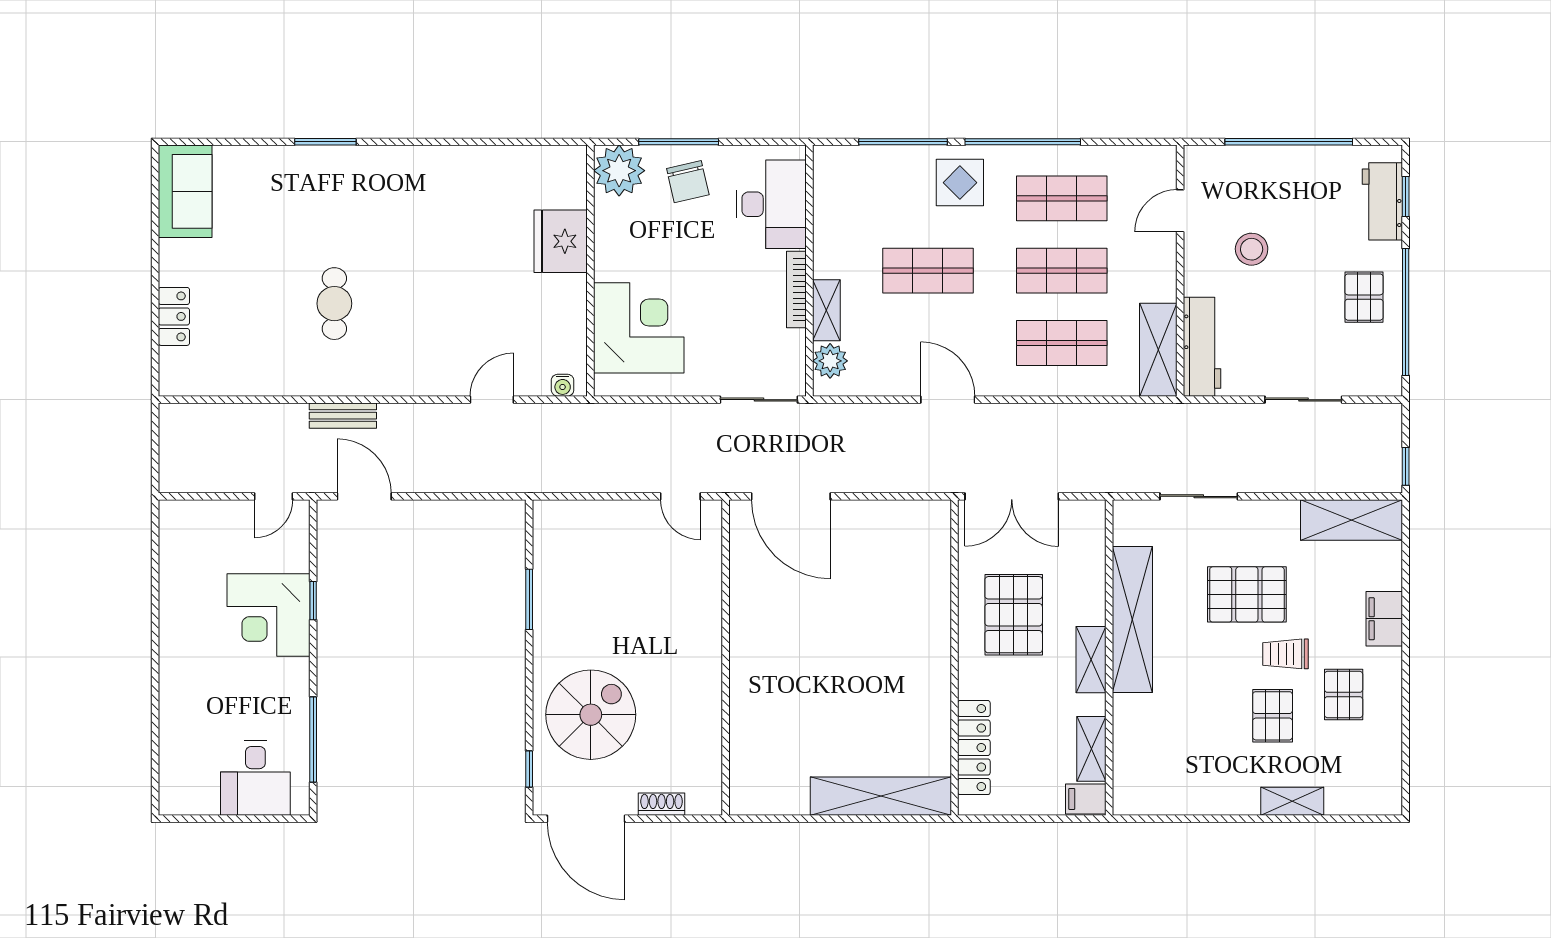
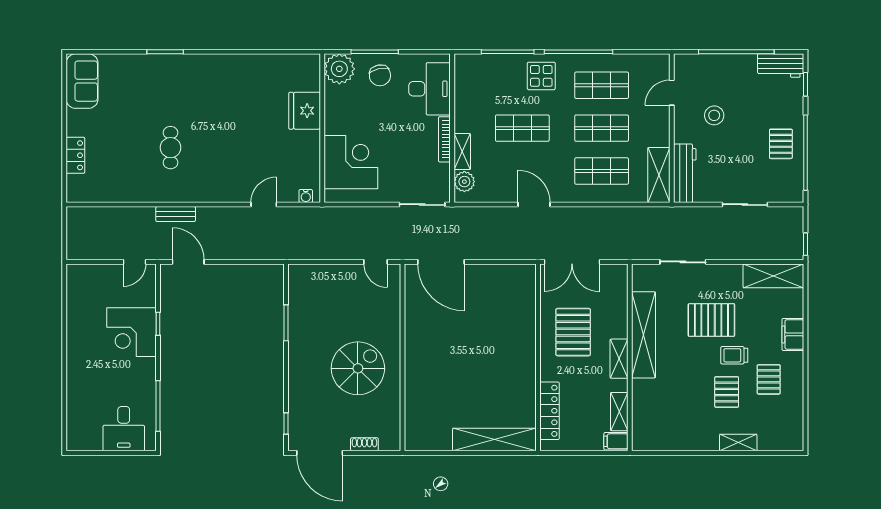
workbench: (1382, 201) -> (781, 66), moved, turned -90
spiral stairs: (591, 715) -> (358, 368), moved

